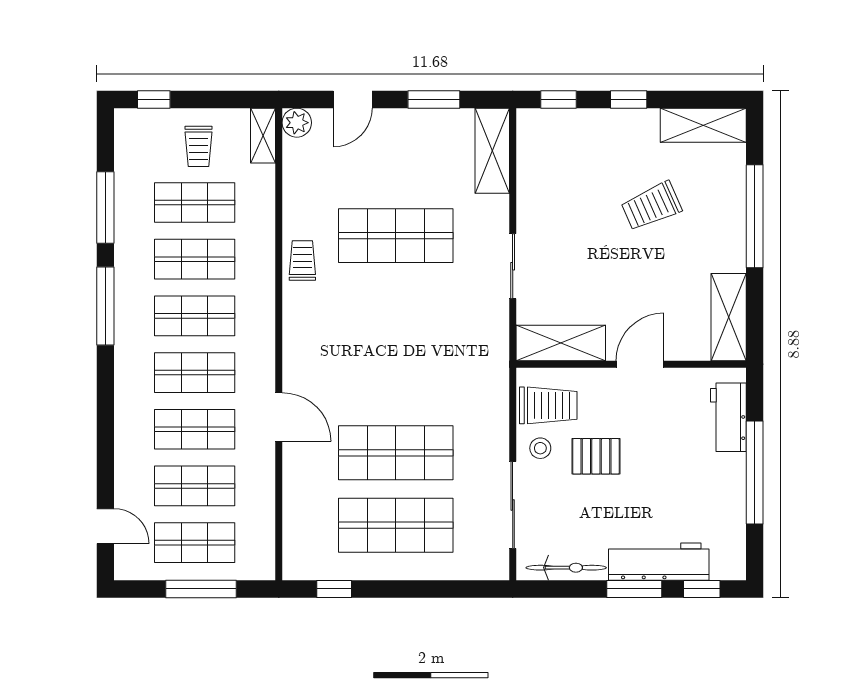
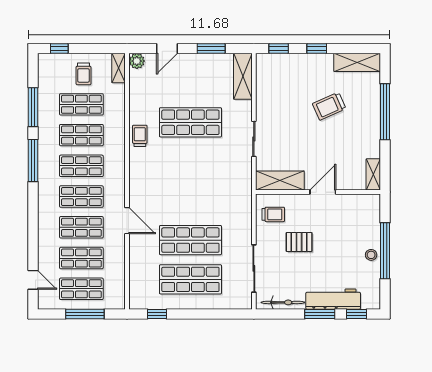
shelving: (729, 317) -> (373, 174), width x0.67, depth x0.75
trolley: (548, 405) -> (273, 214), width x0.73, depth x0.72
workbench: (728, 417) -> (371, 221), removed
stool: (540, 448) -> (371, 255), moved

